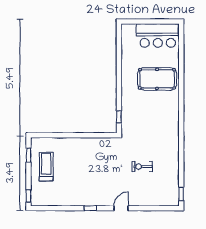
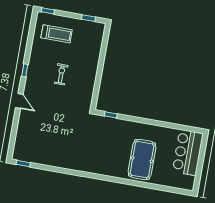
bar counter: (158, 35) -> (188, 153), moved
treadmill: (46, 167) -> (57, 34), moved
exercise bike: (142, 167) -> (61, 74), moved

